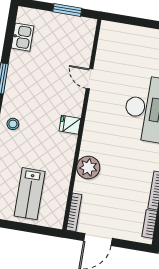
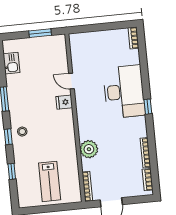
fridge: (70, 125) -> (64, 102), moved

